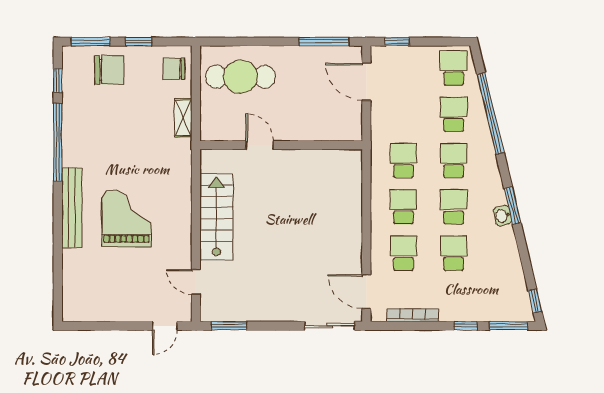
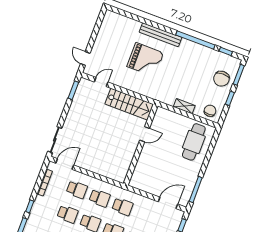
door: (260, 145) -> (145, 134), moved
wall: (281, 145) -> (141, 145), moved

